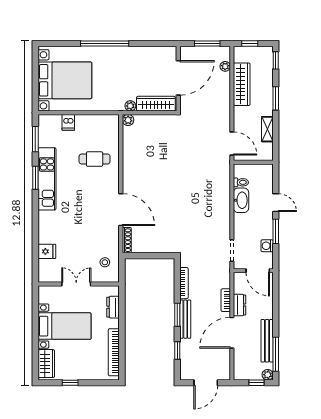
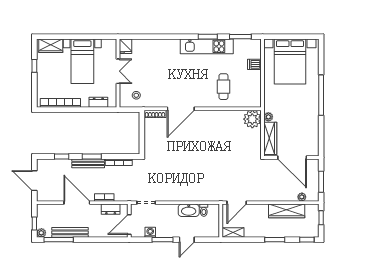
plant: (128, 120) -> (252, 119), width x1.87, depth x1.87
shelving: (267, 129) -> (233, 233), moved
fridge: (47, 251) -> (125, 46), moved
dresser: (240, 305) -> (111, 209), moved

